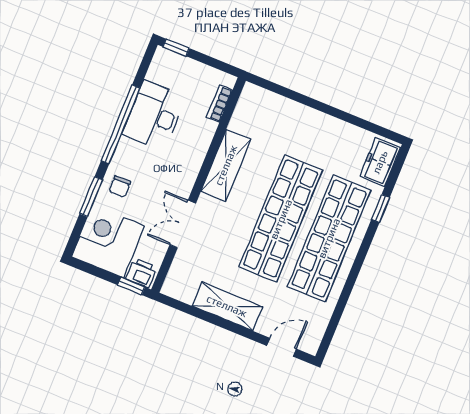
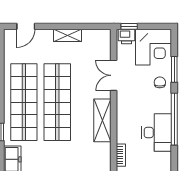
double door: (183, 224) -> (114, 75), swing flipped
shelving: (227, 306) -> (67, 35), width x0.67, depth x0.75

